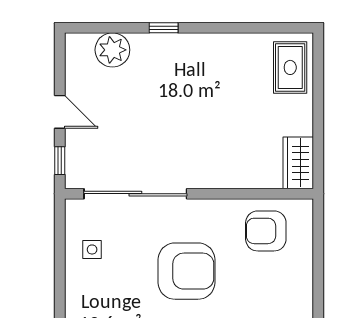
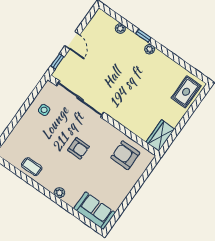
plant: (188, 42) -> (150, 49), added
plant: (112, 50) -> (120, 28), width x0.53, depth x0.53
armchair: (186, 271) -> (78, 148), width x0.53, depth x0.53

